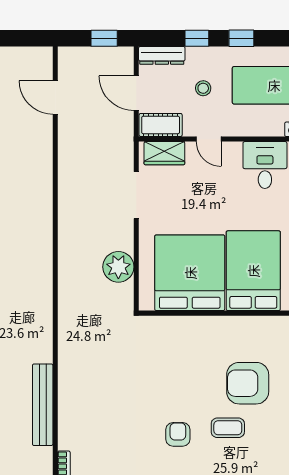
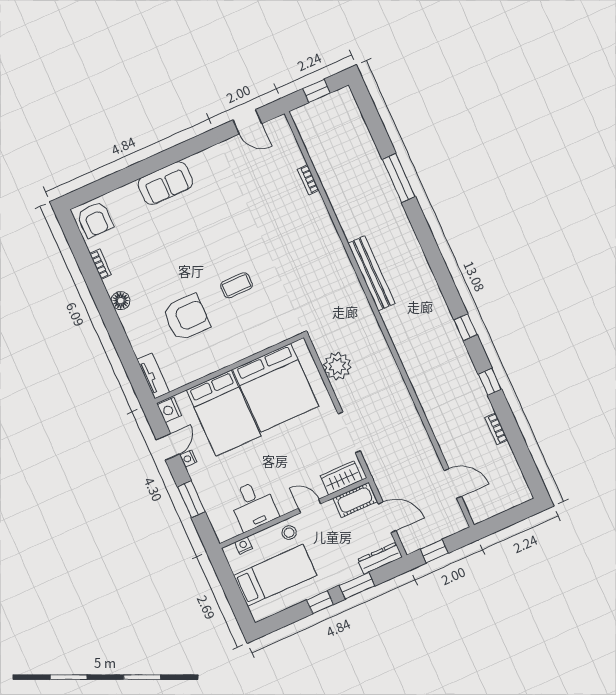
window: (197, 38) -> (357, 586), width x1.50
stool: (203, 88) -> (289, 533), moved
bench: (43, 405) -> (371, 273), moved
coffee table: (228, 428) -> (236, 285), moved
armchair: (178, 434) -> (225, 249), removed

